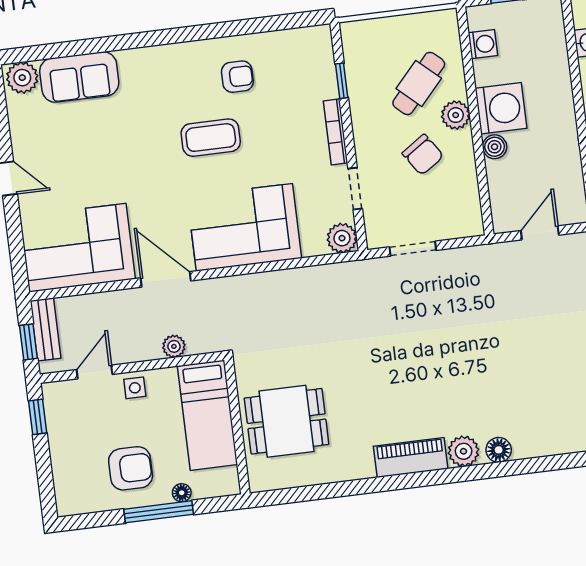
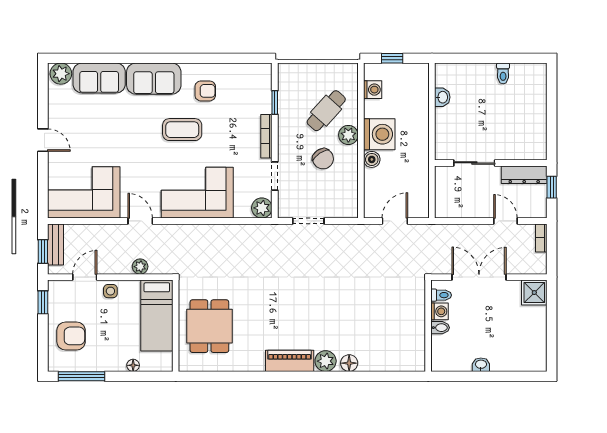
sofa: (160, 68) -> (154, 79), added
door: (166, 279) -> (140, 221), width x0.73
dining table: (287, 421) -> (209, 326), turned 90
armchair: (131, 468) -> (71, 336), moved
window: (159, 512) -> (82, 376), moved

